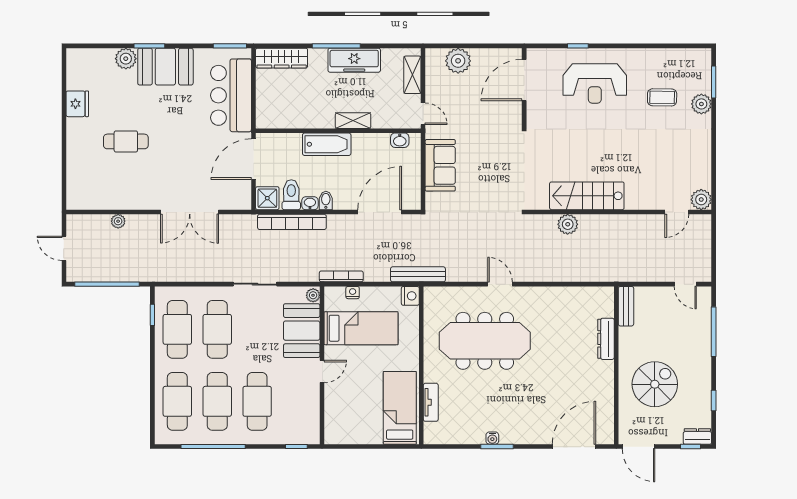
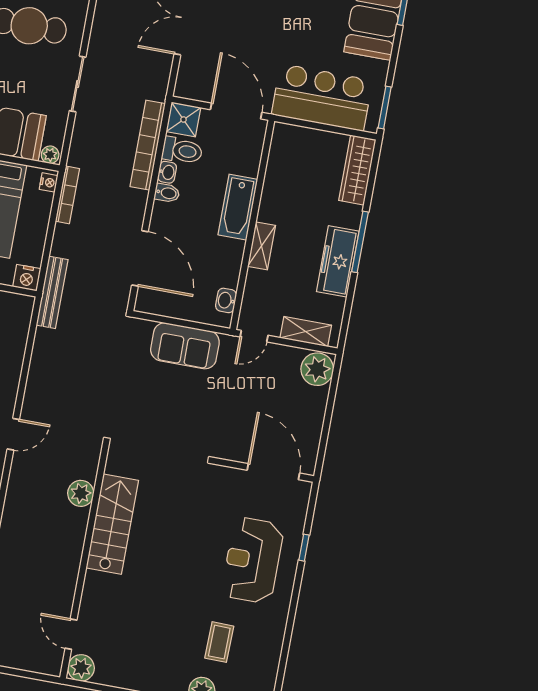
plant: (458, 61) -> (317, 369), moved
door: (500, 284) -> (13, 434), moved
nightstand: (353, 293) -> (49, 182), moved

